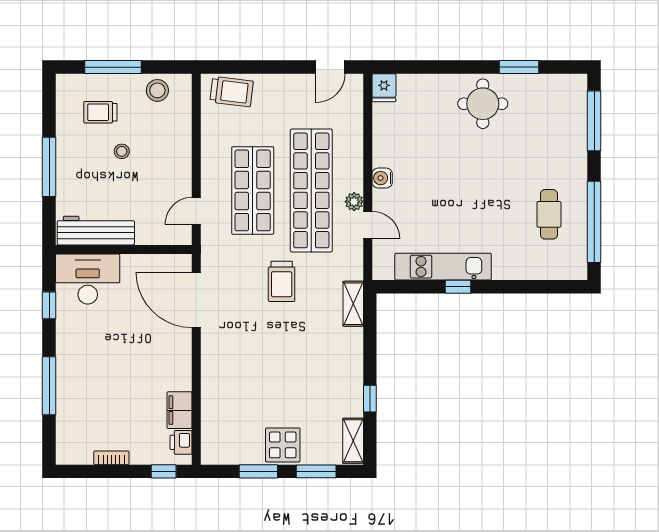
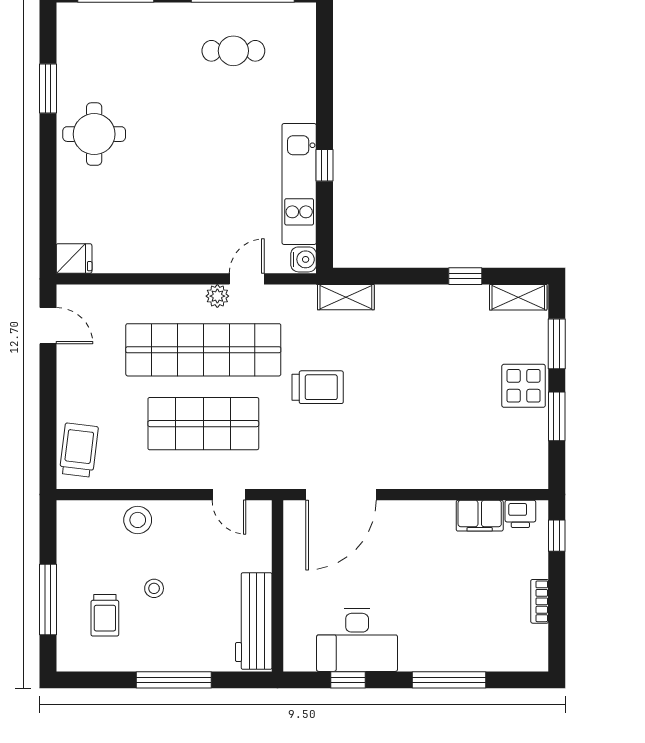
stool: (157, 90) -> (138, 520), moved
water cooler: (382, 178) -> (304, 259), moved, turned -90
desk: (88, 279) -> (357, 640), moved, turned -90

